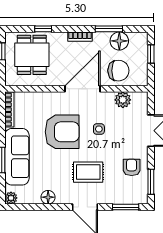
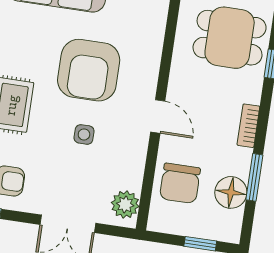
door: (83, 89) -> (158, 117), width x0.53
plant: (123, 100) -> (125, 204), moved

